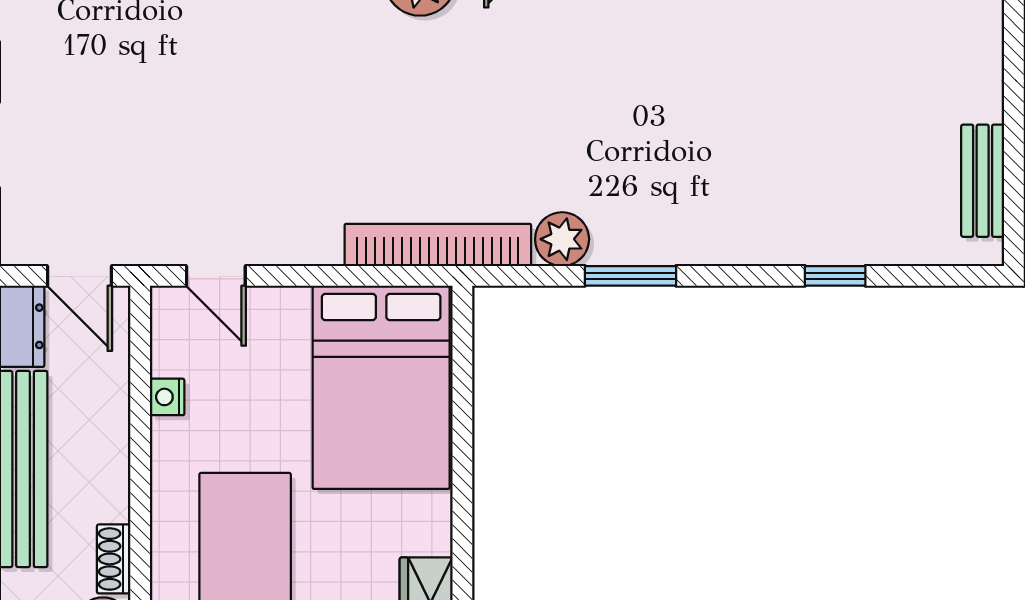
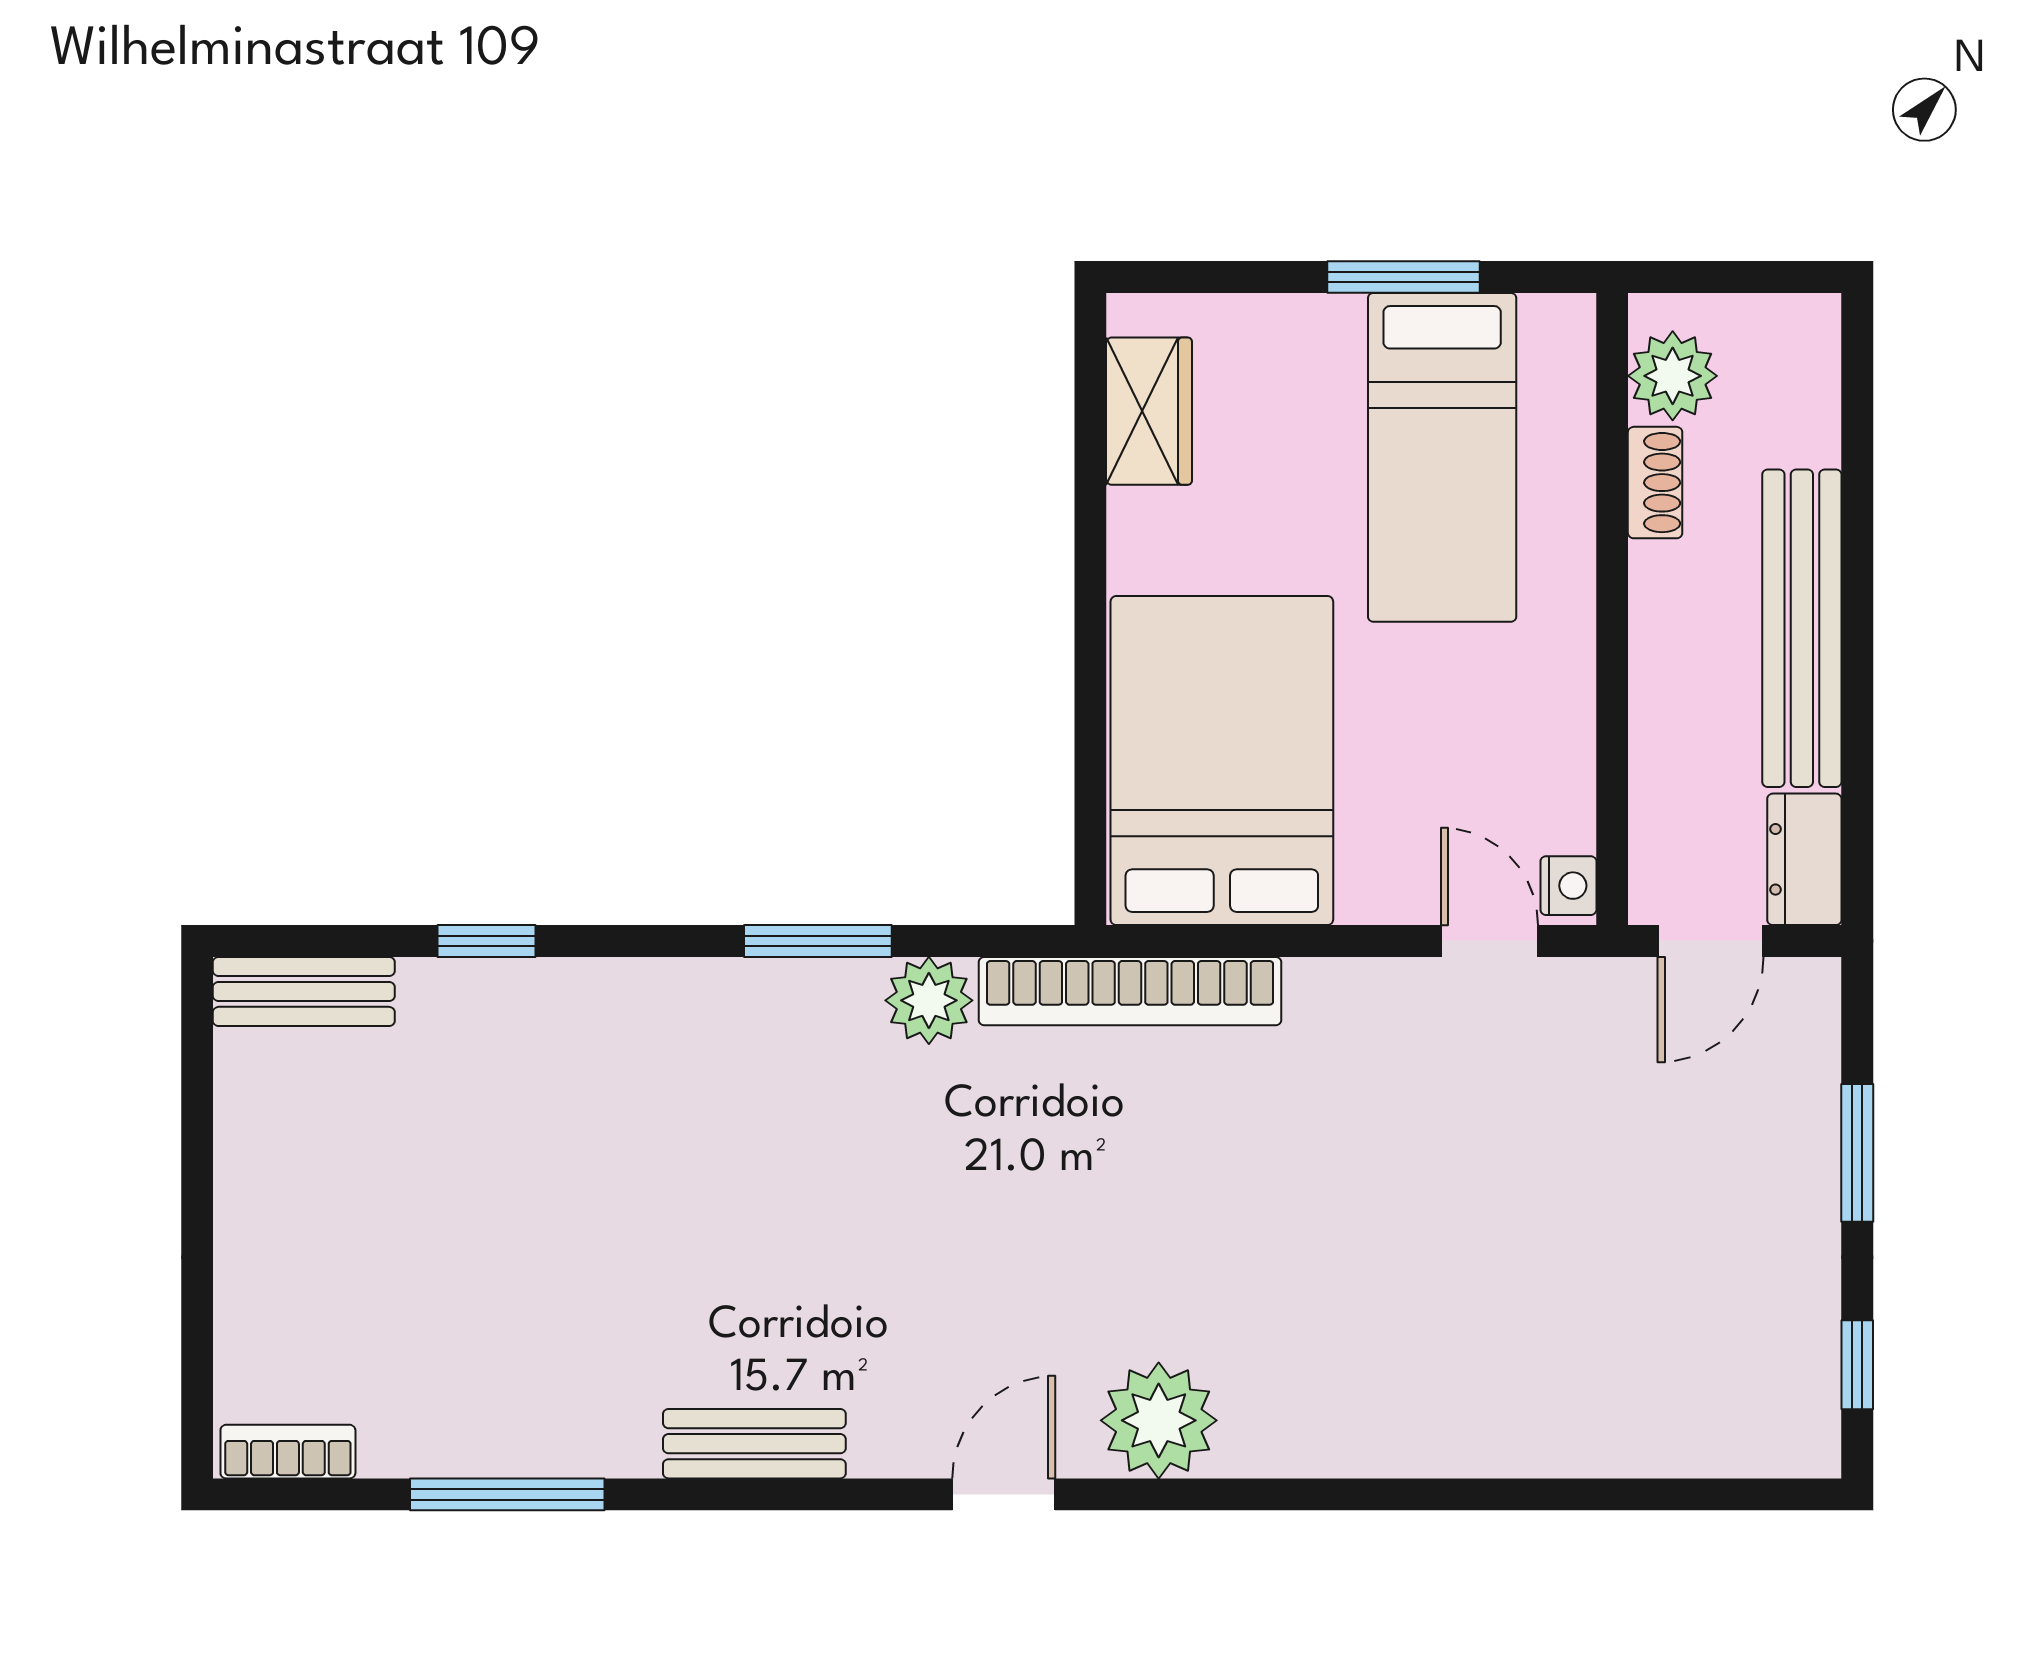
bench: (983, 181) -> (304, 991), moved, turned 90
door: (79, 276) -> (1711, 941), swing flipped
nightstand: (167, 397) -> (1568, 886), moved

